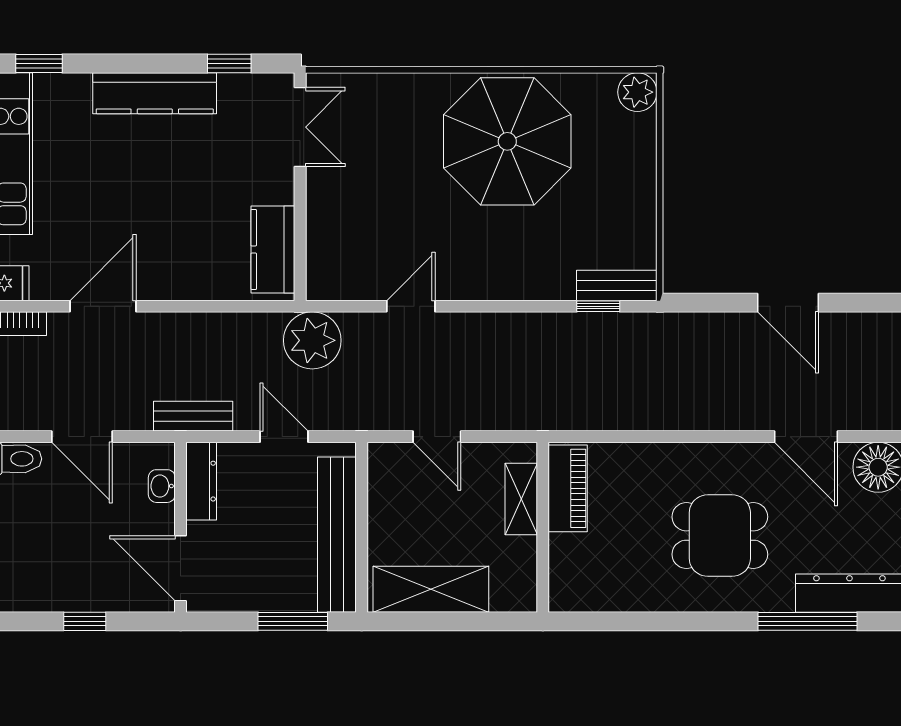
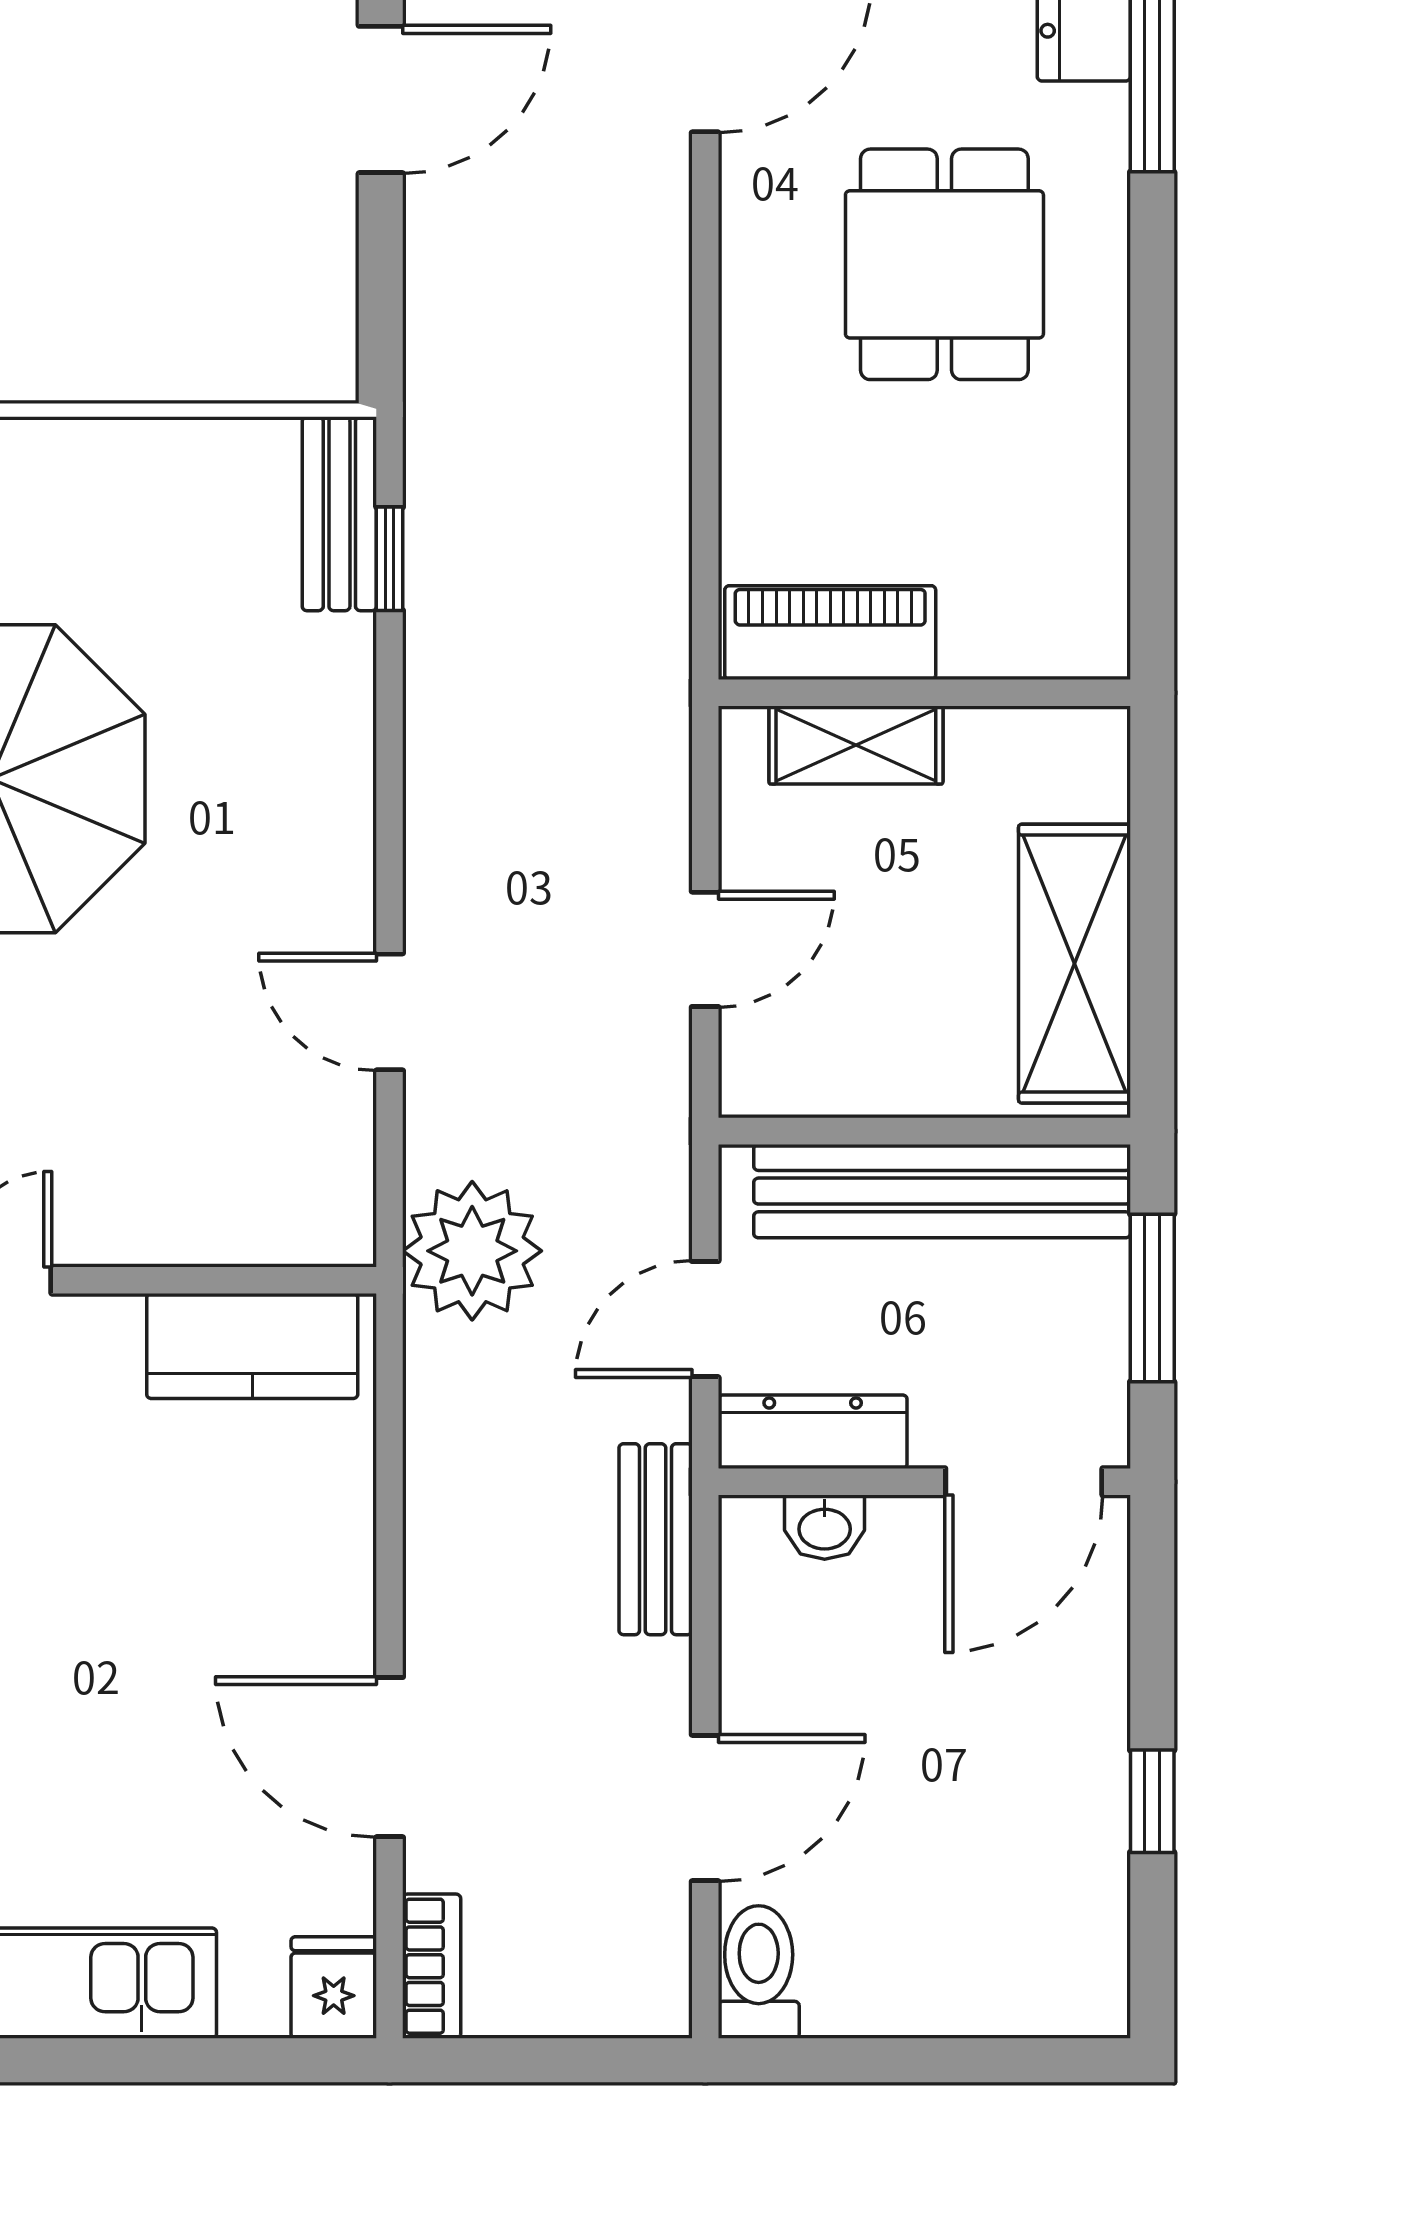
dresser: (201, 481) -> (813, 1432), moved
washbasin: (162, 486) -> (825, 1527), moved
wall: (181, 527) -> (924, 1482), moved
door: (181, 568) -> (1024, 1482), moved

